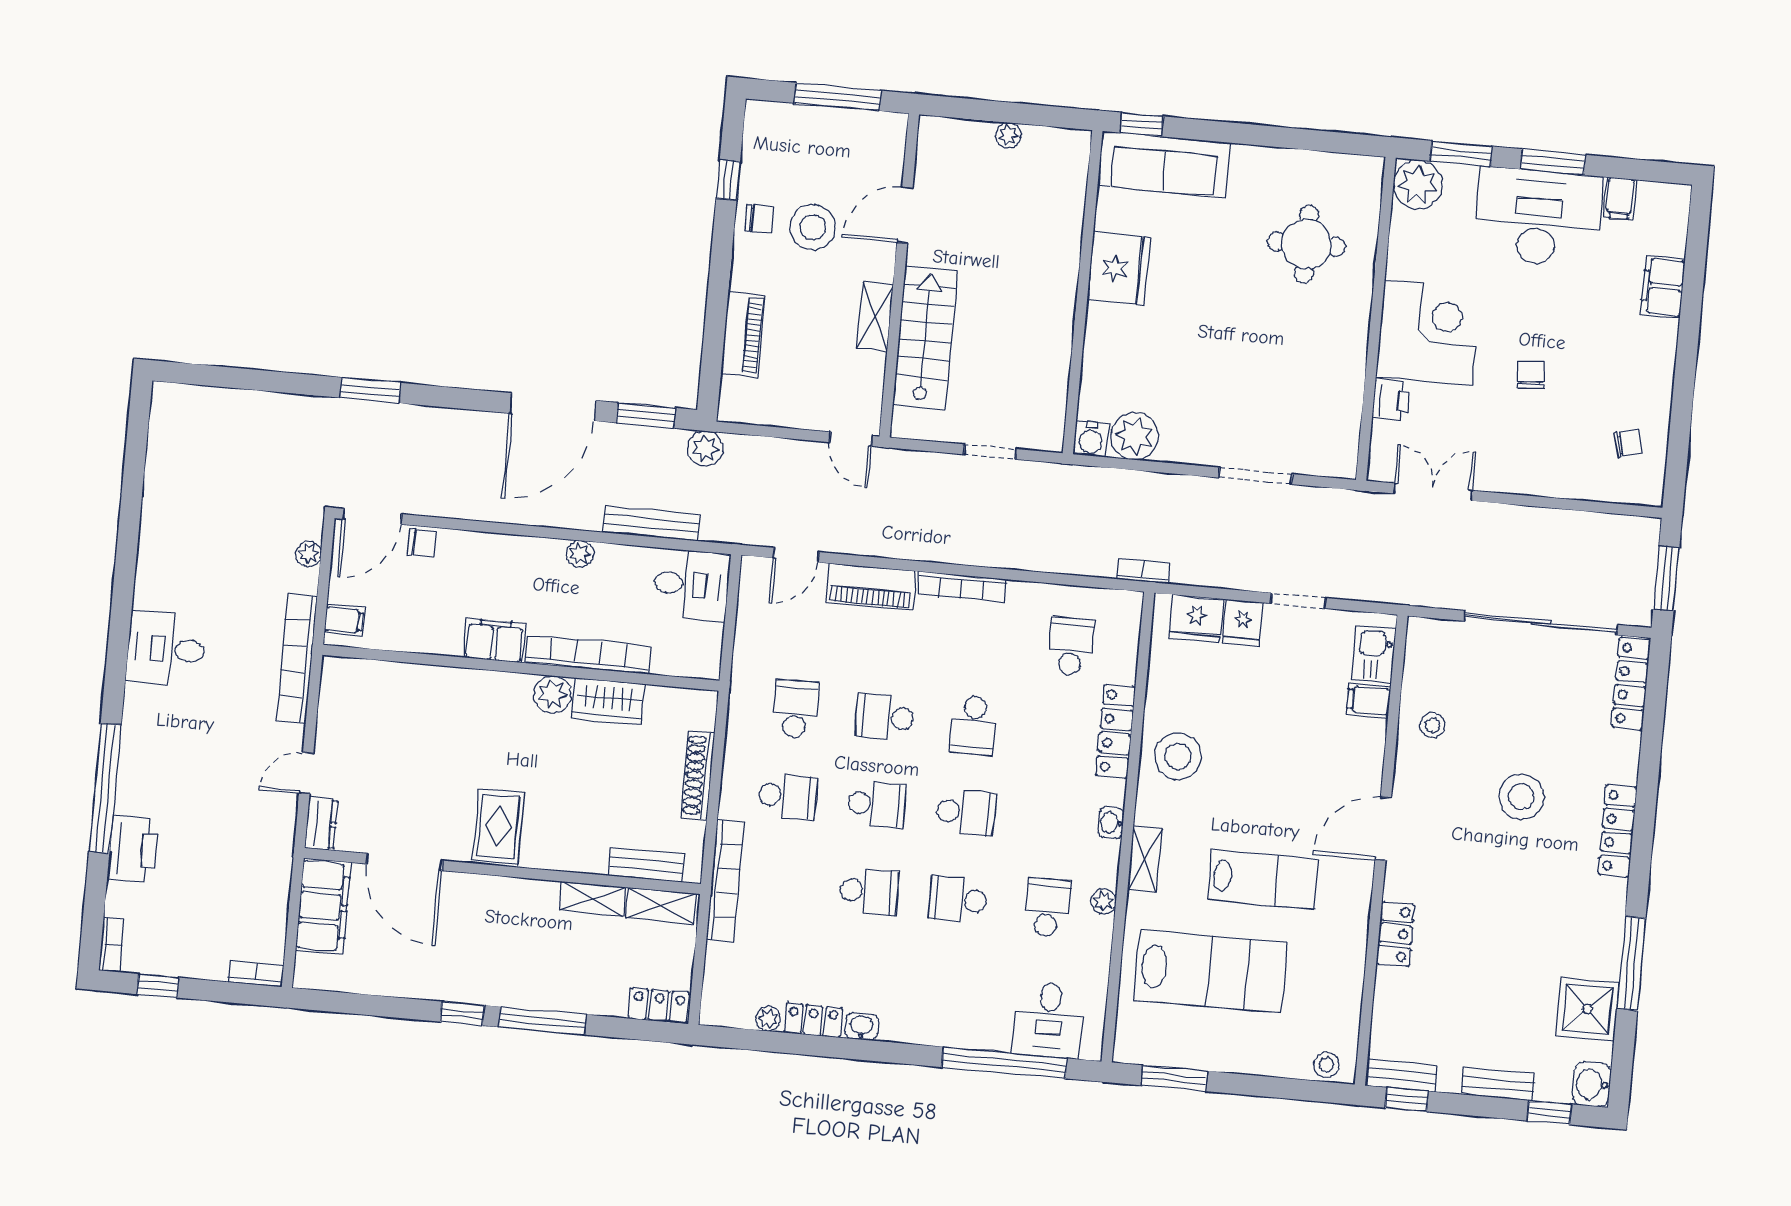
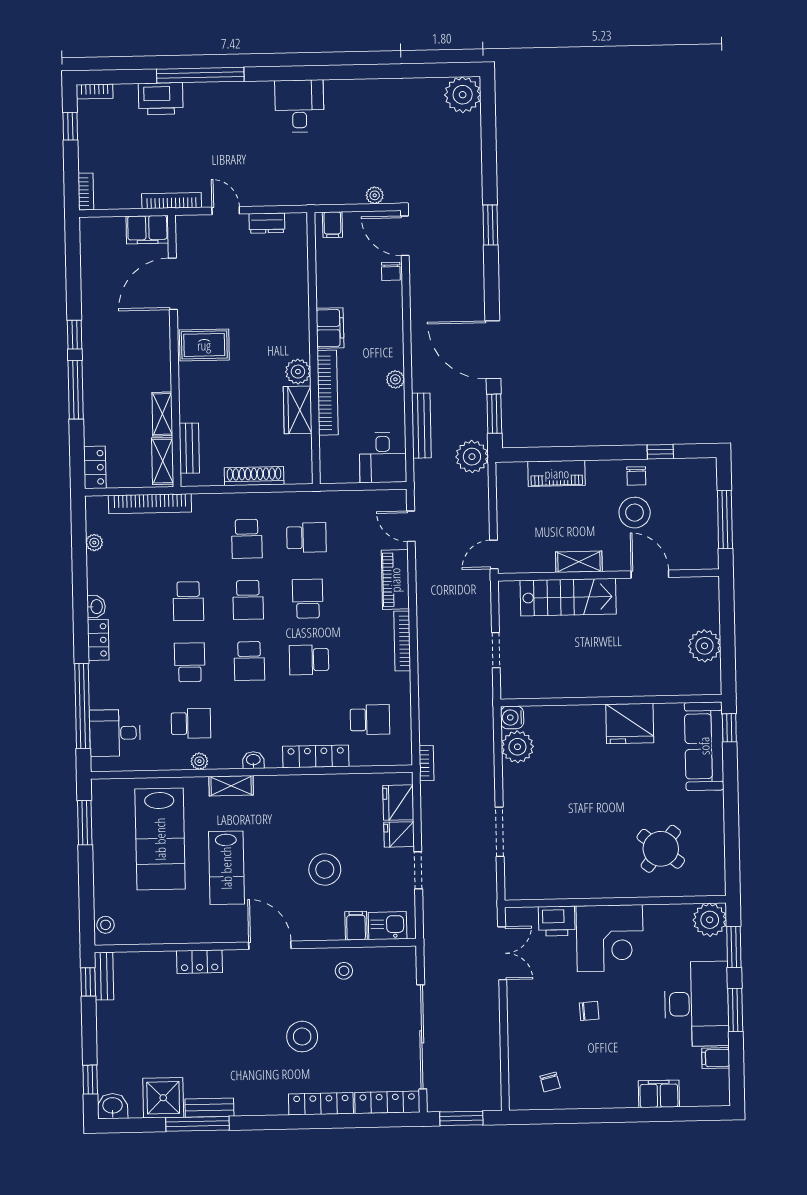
plant: (1008, 135) -> (705, 646), width x1.87, depth x1.87
round table: (1306, 244) -> (661, 849), turned 38
printer: (1391, 400) -> (557, 921), width x1.36, depth x1.24
plant: (176, 409) -> (463, 95), added
plant: (705, 448) -> (472, 457), width x1.36, depth x1.36
bookcase: (297, 658) -> (172, 201), moved, width x0.68, depth x0.76
stool: (1178, 756) -> (325, 869), moved
dresser: (321, 824) -> (267, 223), moved
locker: (1618, 831) -> (321, 1104), moved
bookcase: (725, 881) -> (150, 504), moved
filing cabinet: (323, 906) -> (147, 230), width x0.67, depth x0.86
locker: (813, 1020) -> (98, 640), moved
bench: (1498, 1084) -> (209, 1108), moved, turned 90

